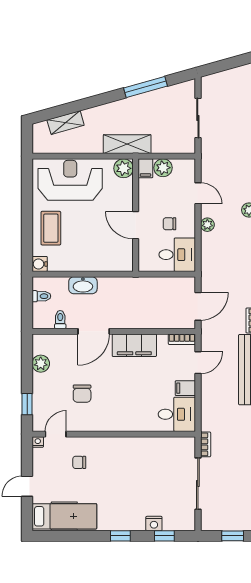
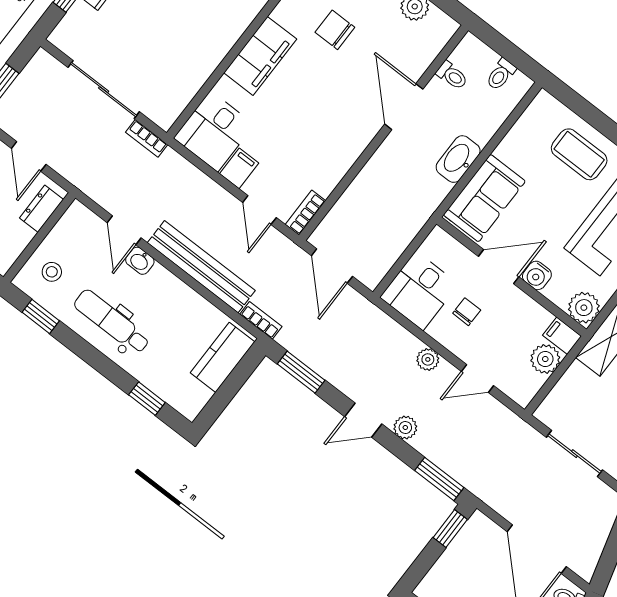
sofa: (108, 258) -> (484, 198), added
water cooler: (40, 264) -> (537, 275), moved, turned 180
washbasin: (83, 285) -> (458, 159), moved
filing cabinet: (134, 345) -> (260, 56), moved, turned 180

